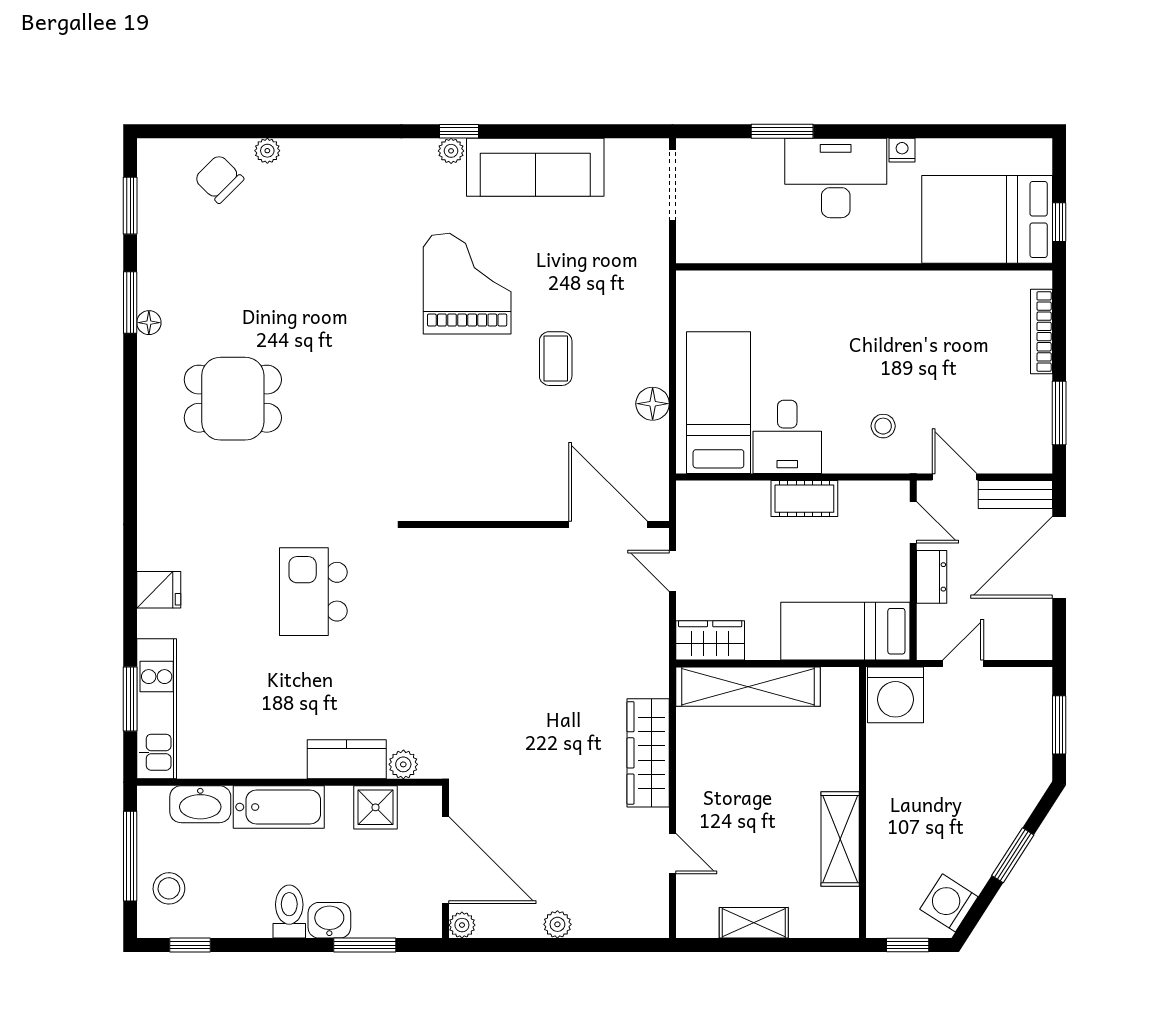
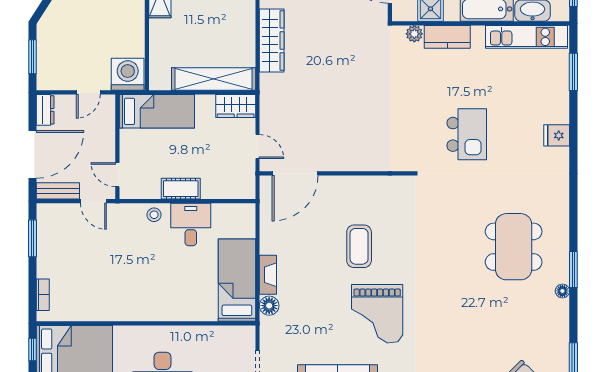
window: (130, 303) -> (573, 269), moved
bookcase: (1041, 331) -> (43, 295), width x0.64
fireplace: (655, 351) -> (268, 275), added
coffee table: (556, 359) -> (359, 246), moved, width x1.36, depth x1.30
dining table: (233, 399) -> (514, 247), width x1.37
bed: (718, 403) -> (237, 280), moved, turned 180
floor lamp: (653, 404) -> (269, 306), moved
stool: (883, 426) -> (154, 215), moved
door: (608, 525) -> (295, 173), hinge flipped
dresser: (932, 577) -> (45, 110), moved, turned 180
kitchen unit: (157, 709) -> (526, 37), moved, turned -90

